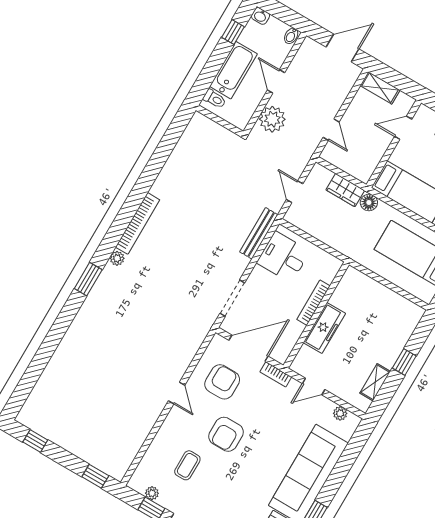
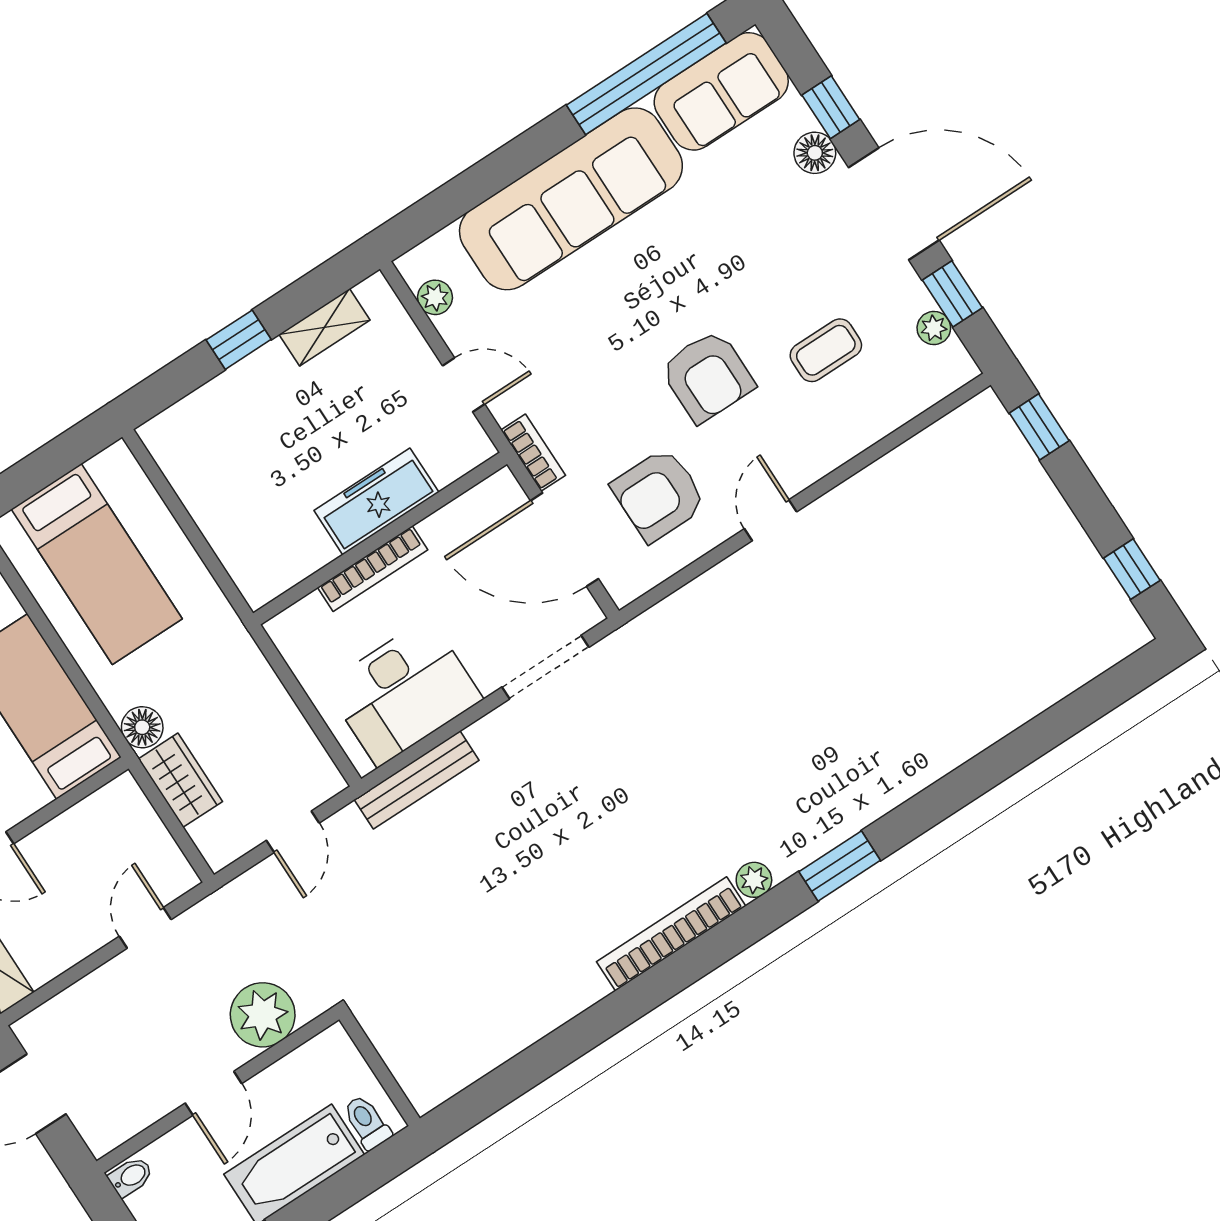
desk: (283, 257) -> (403, 692), width x1.37
armchair: (226, 434) -> (707, 376), turned 90

